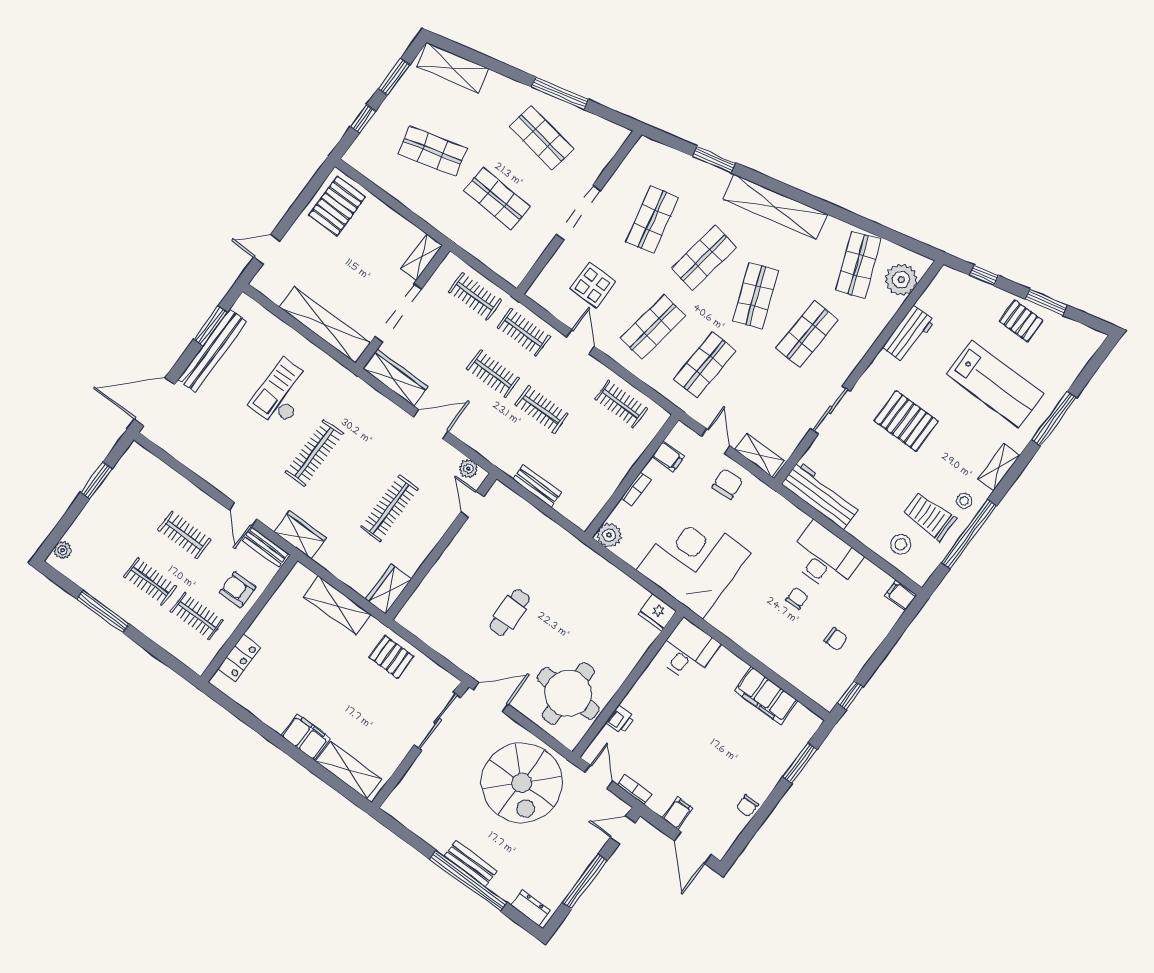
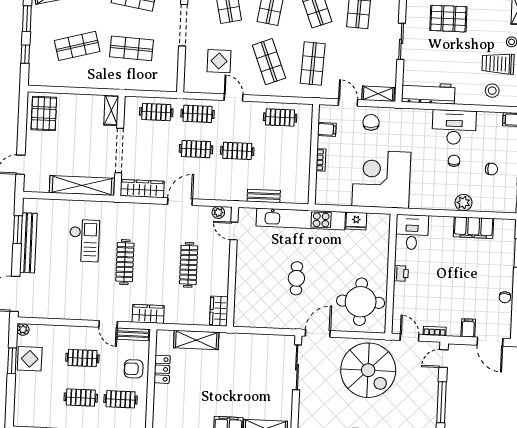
shop shelf: (653, 327) -> (269, 62), turned -30
checkout: (282, 393) -> (84, 241), turned 180
display table: (120, 493) -> (30, 359), added
plant: (609, 535) -> (464, 203), moved
kitchen unit: (563, 544) -> (301, 219), added
plant: (63, 550) -> (23, 329), moved
fridge: (657, 613) -> (356, 221), moved
pallet: (391, 657) -> (246, 348), removed
locker: (239, 658) -> (162, 369), moved
printer: (620, 720) -> (401, 273), moved

